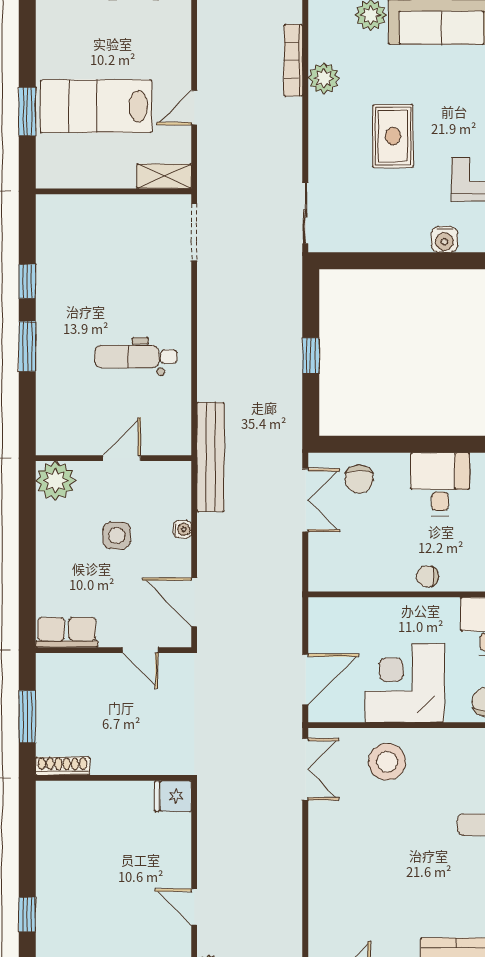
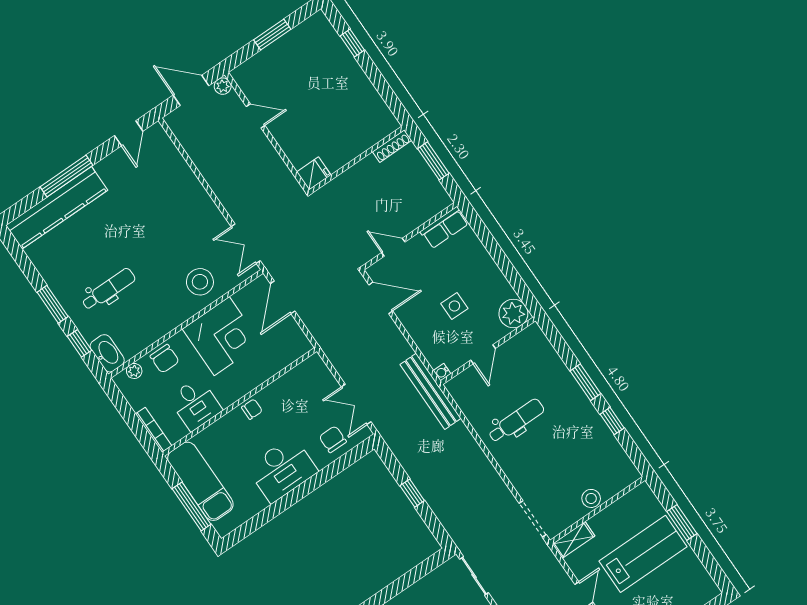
stool: (112, 210) -> (591, 498), added
desk: (440, 484) -> (282, 469), width x1.37
water cooler: (182, 529) -> (442, 372), moved

